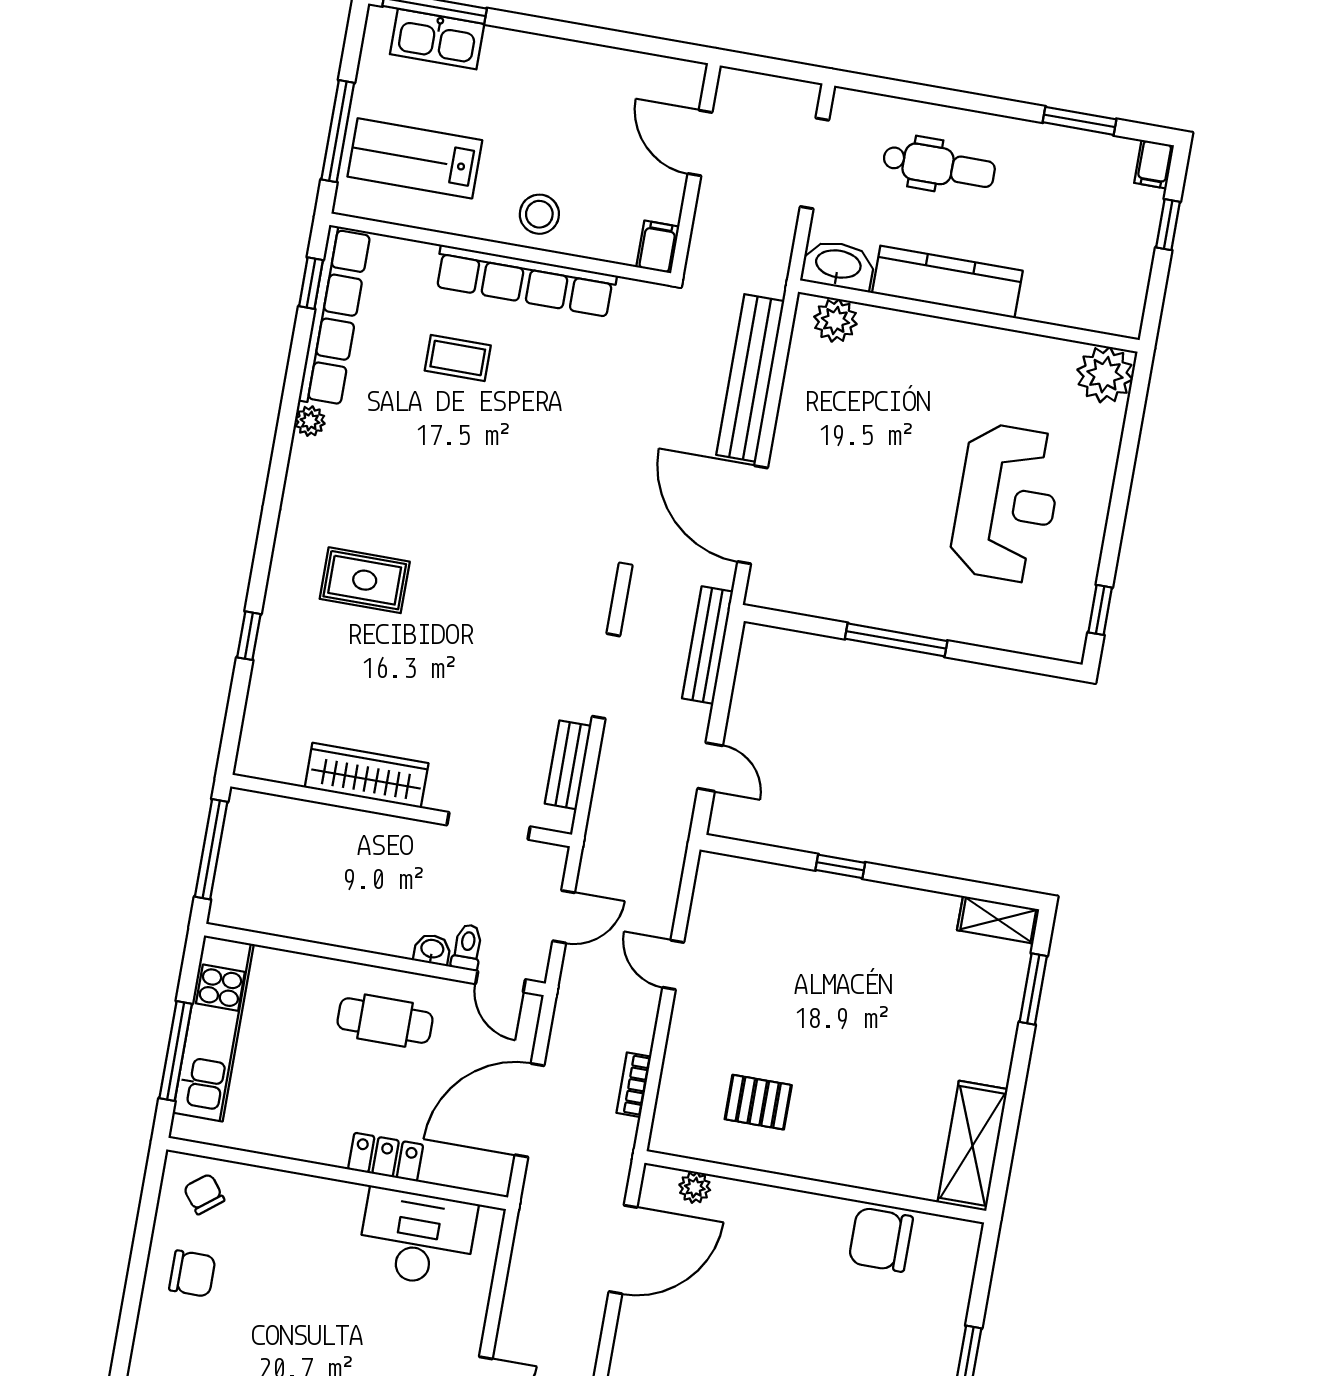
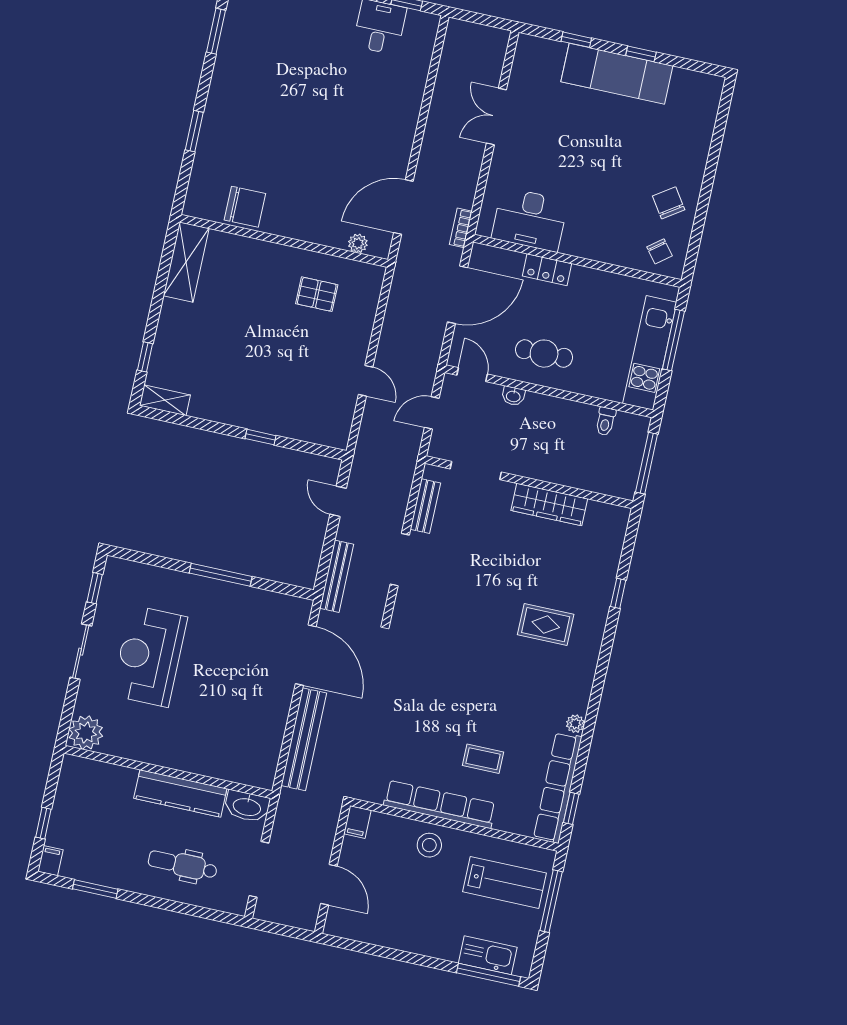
plant: (835, 320) -> (250, 772), removed
sliding door: (1118, 506) -> (81, 652), added
toilet: (467, 947) -> (606, 421), moved
window: (1033, 989) -> (145, 357), width x0.67
bookcase: (634, 1085) -> (461, 228), moved, turned 180
chair: (192, 1274) -> (669, 203), turned 56

